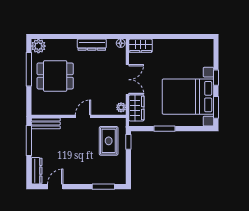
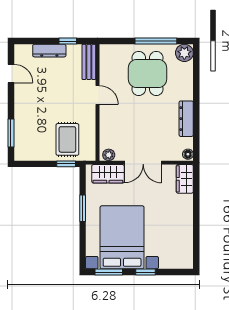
door: (83, 116) -> (98, 95), moved
window: (29, 141) -> (68, 41), width x0.46
rug: (109, 141) -> (67, 139), turned 90
dresser: (37, 171) -> (49, 51), moved

